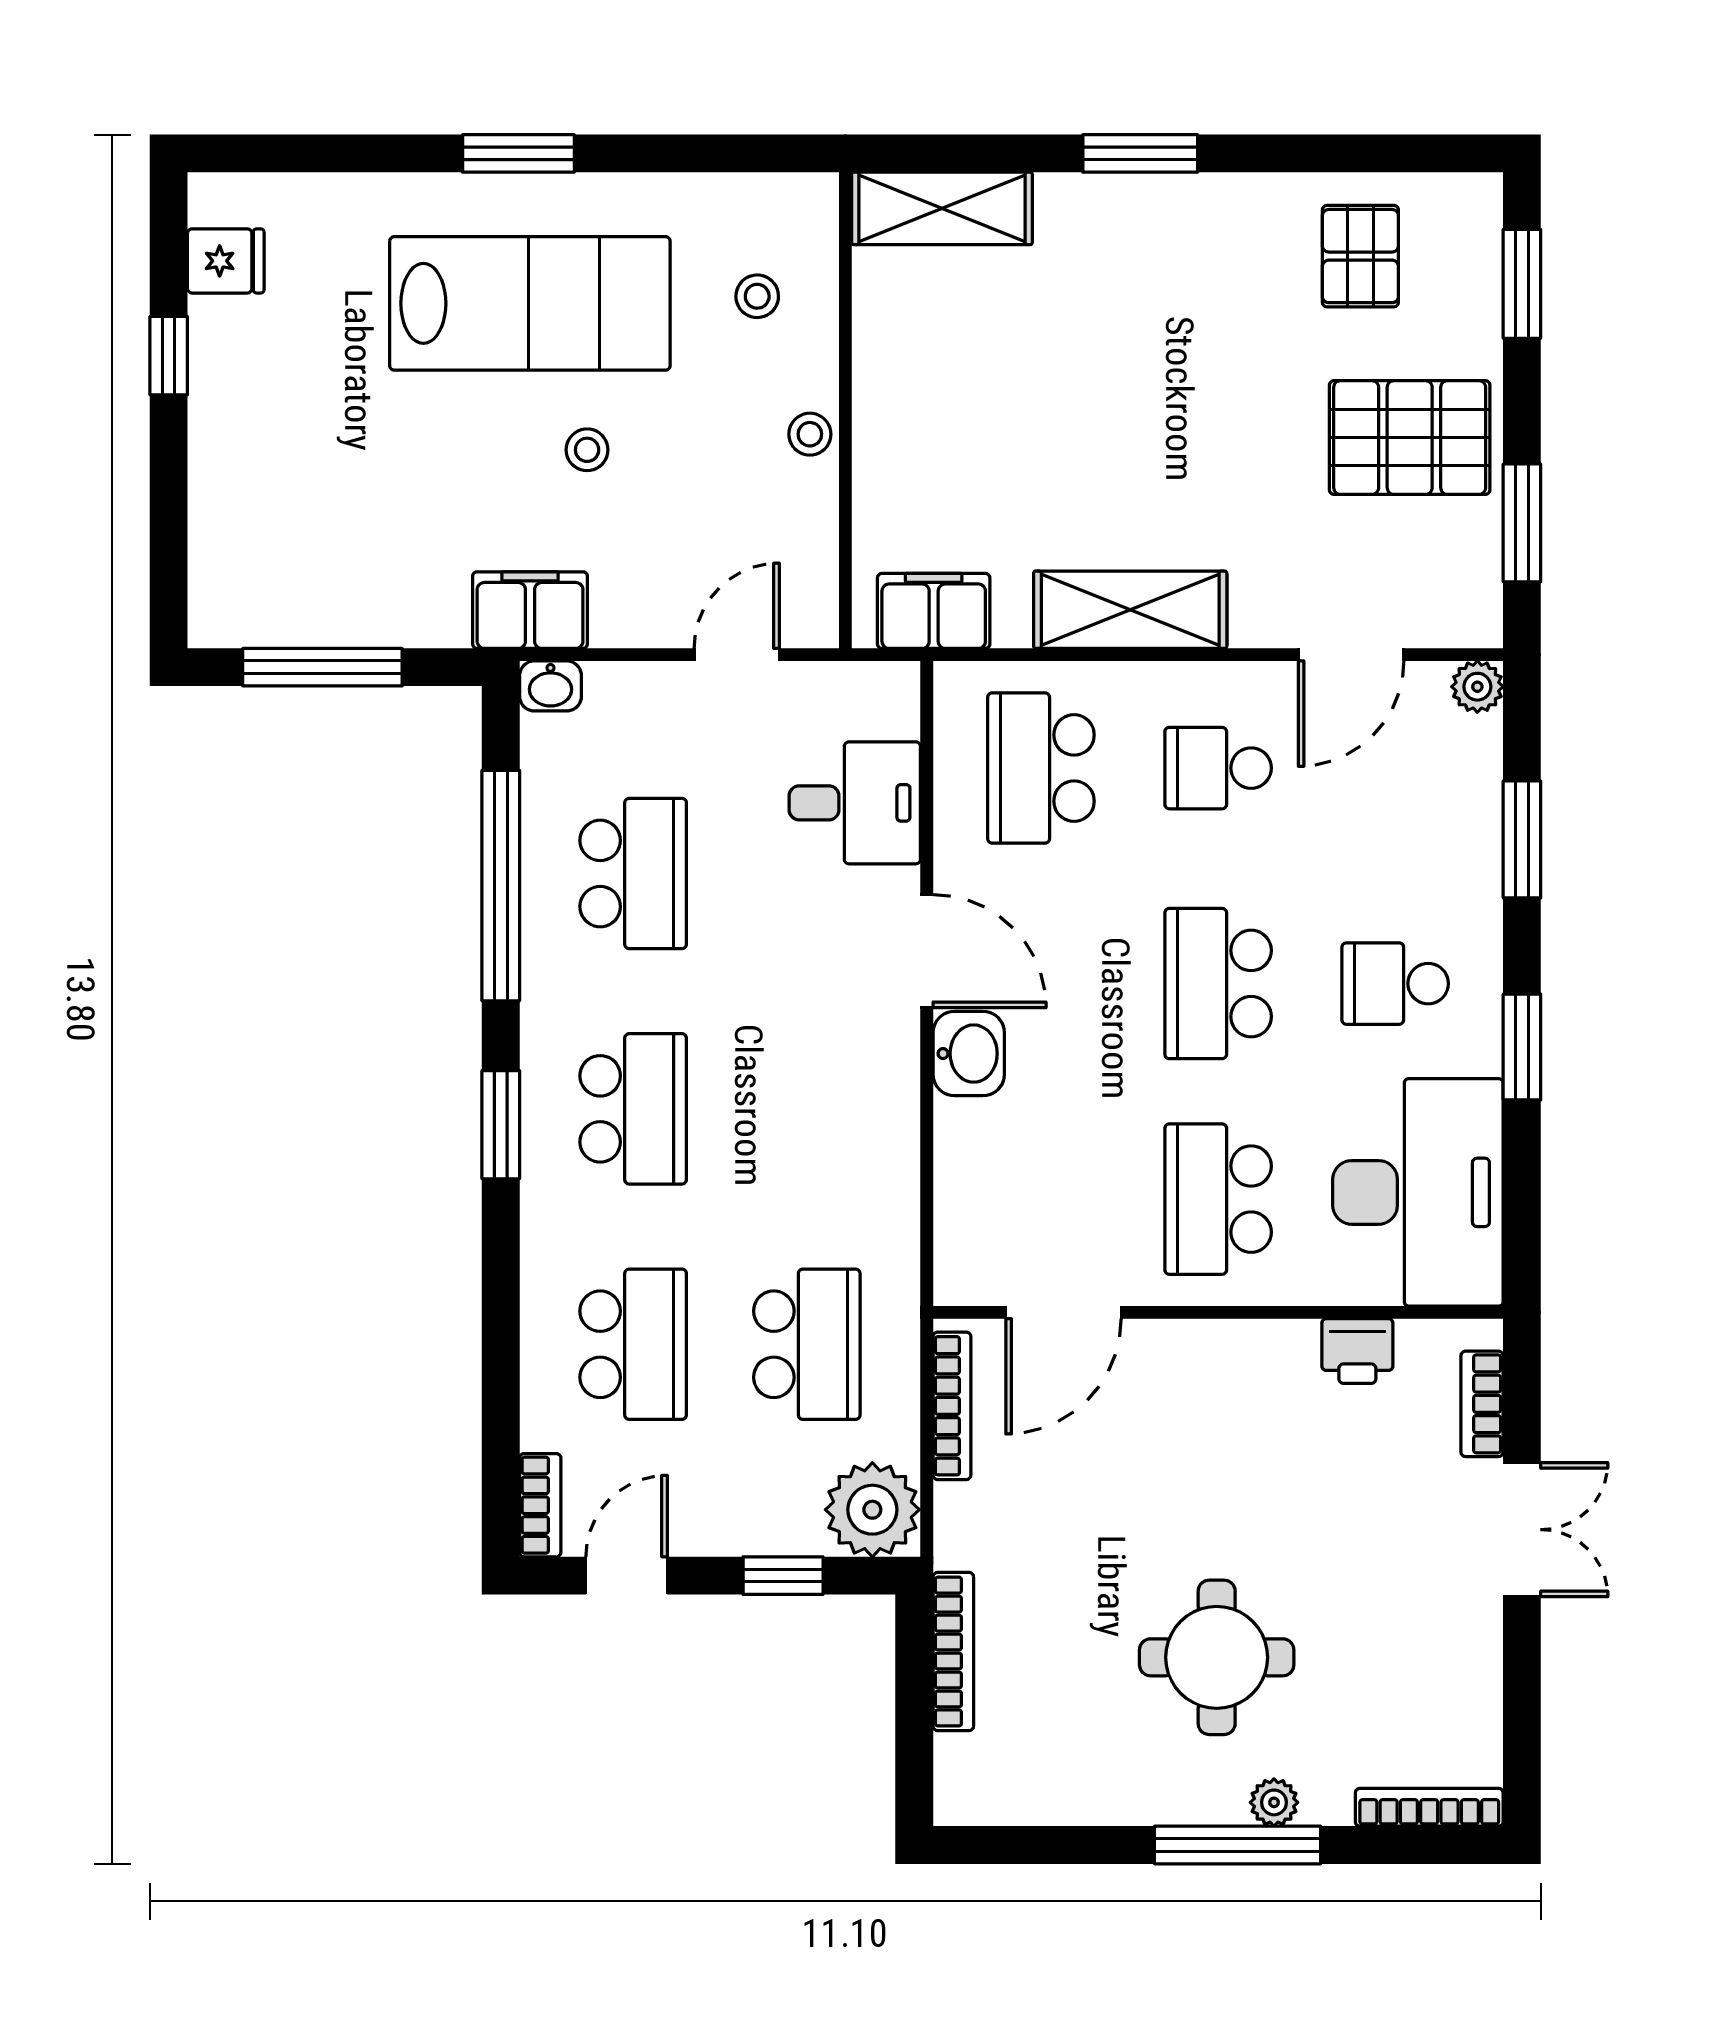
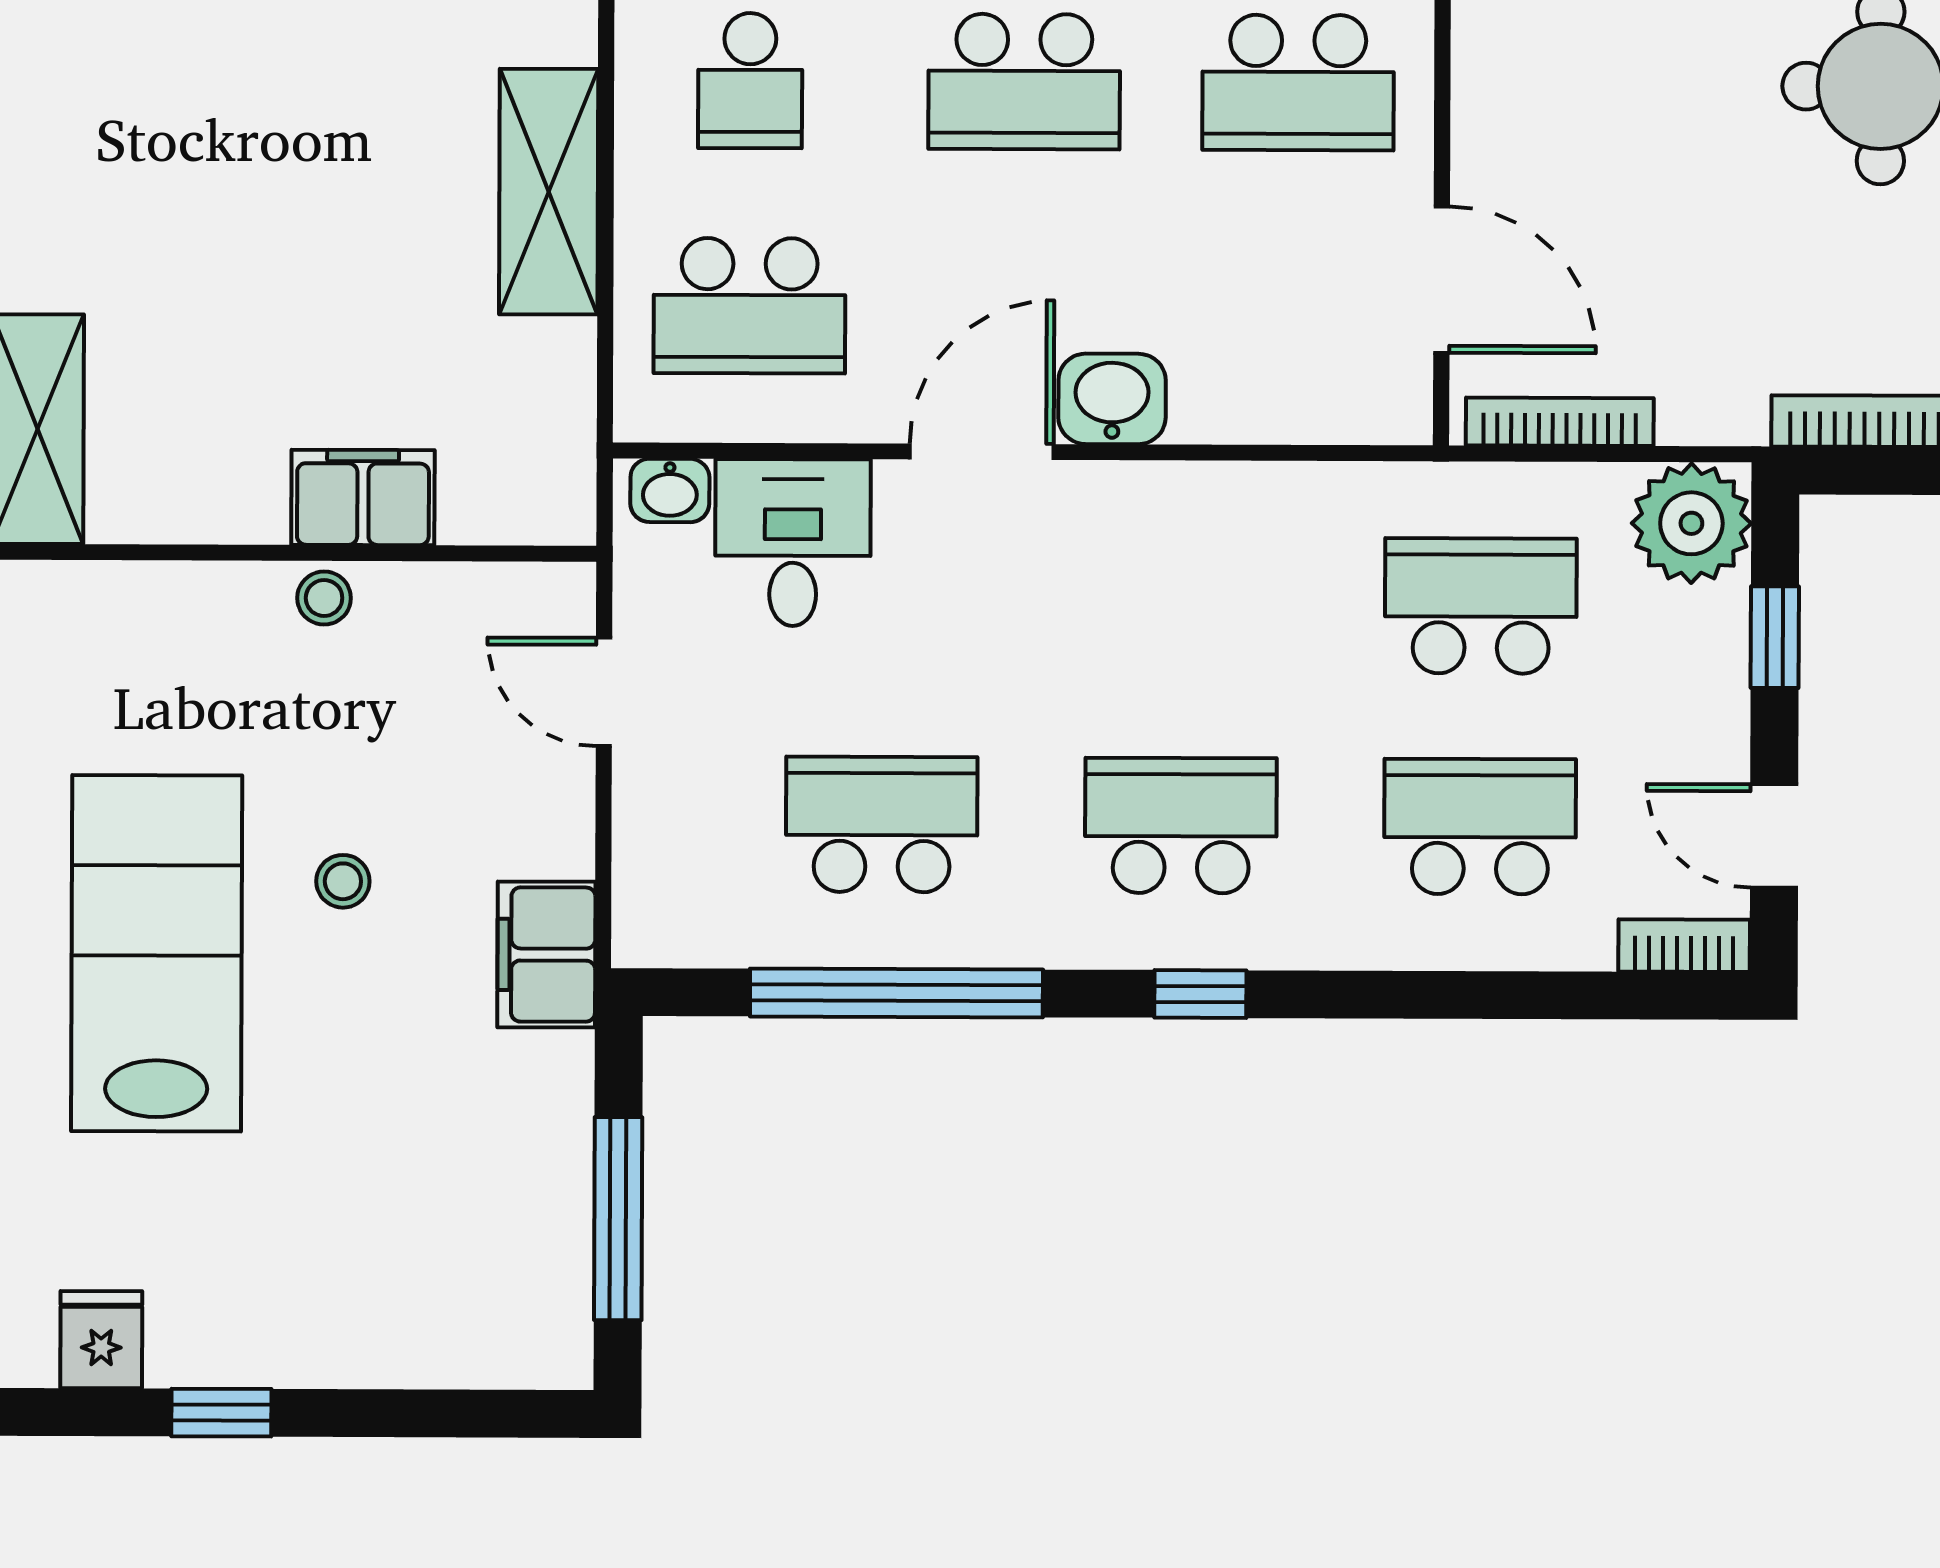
stool: (757, 296) -> (148, 664), removed
filing cabinet: (934, 611) -> (363, 497), moved, turned 90
washbasin: (550, 686) -> (670, 490), moved, turned 90
window: (501, 1125) -> (1200, 994), width x0.67

